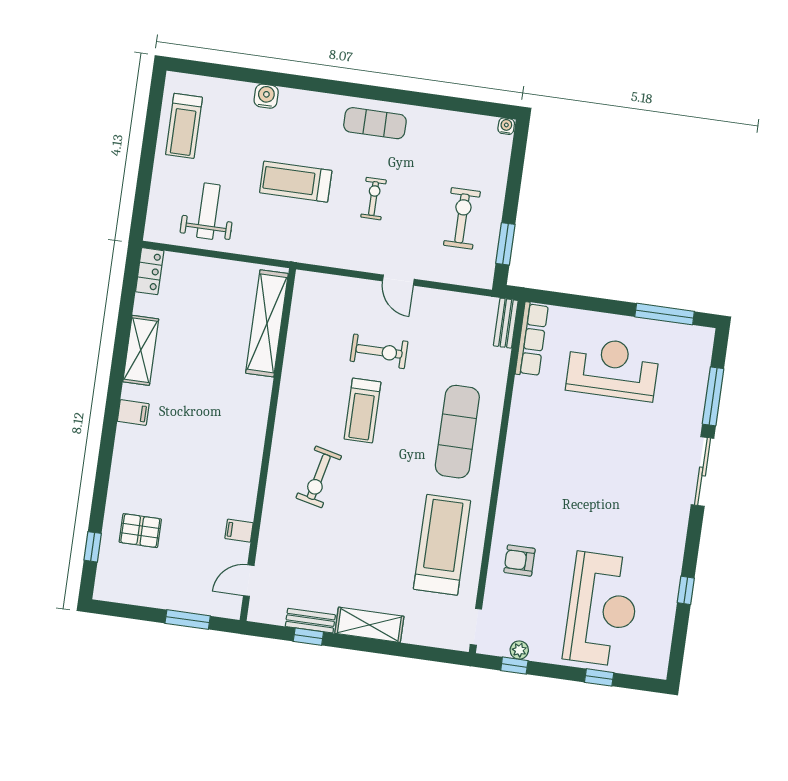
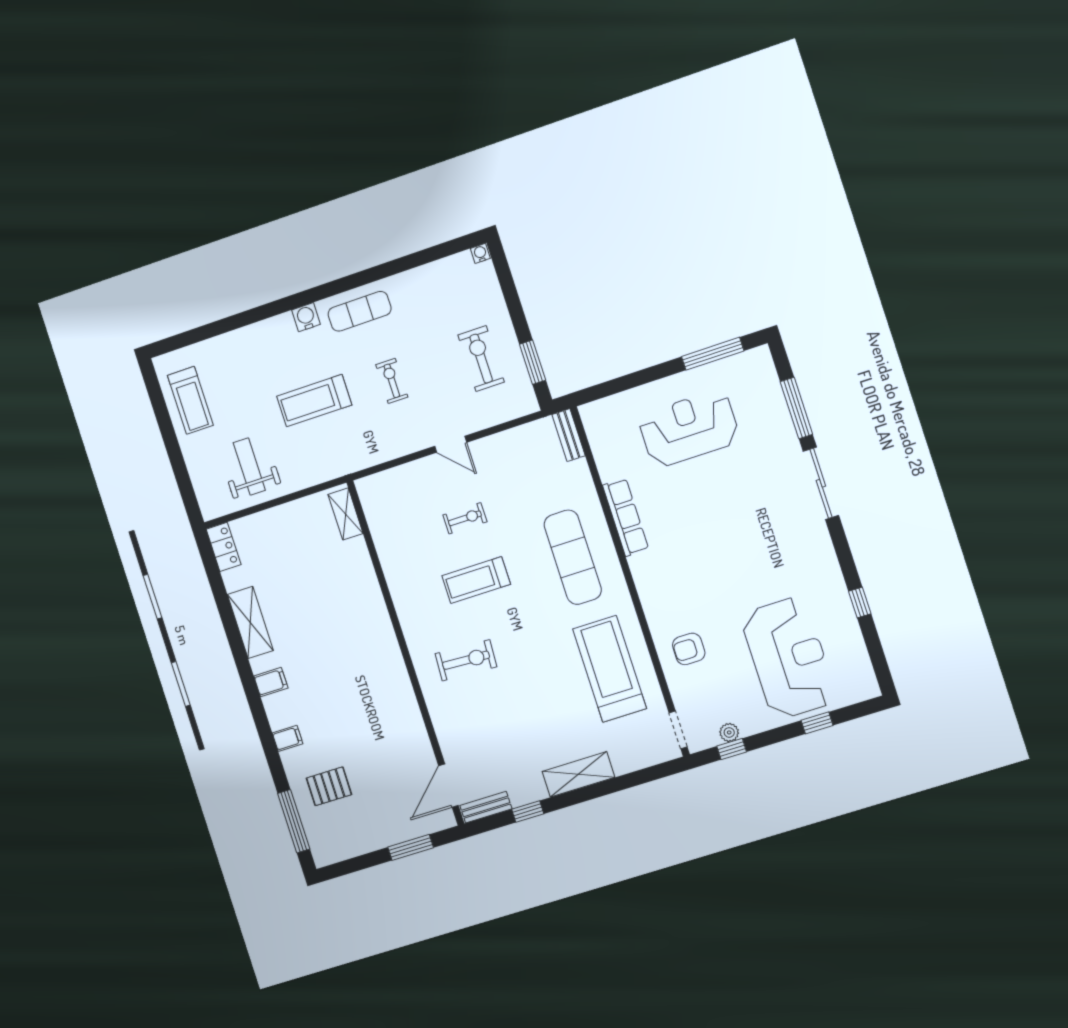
water cooler: (266, 96) -> (306, 317), moved
shelving: (267, 323) -> (346, 514), width x0.45, depth x0.75
row of seats: (532, 339) -> (626, 517), moved
exercise bike: (379, 351) -> (465, 518), width x0.73, depth x0.72
treadmill: (362, 410) -> (476, 580), turned 90
exercise bike: (319, 477) -> (466, 660), turned -100
filing cabinet: (239, 531) -> (288, 738), moved, turned 180
window: (93, 547) -> (294, 821), width x2.17
door: (249, 581) -> (448, 786), width x1.37
bench: (310, 621) -> (486, 807), moved

